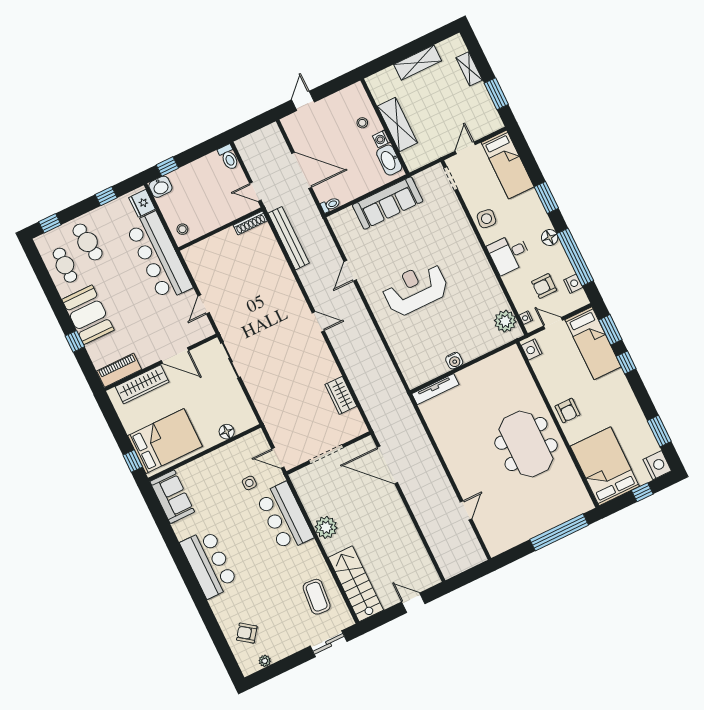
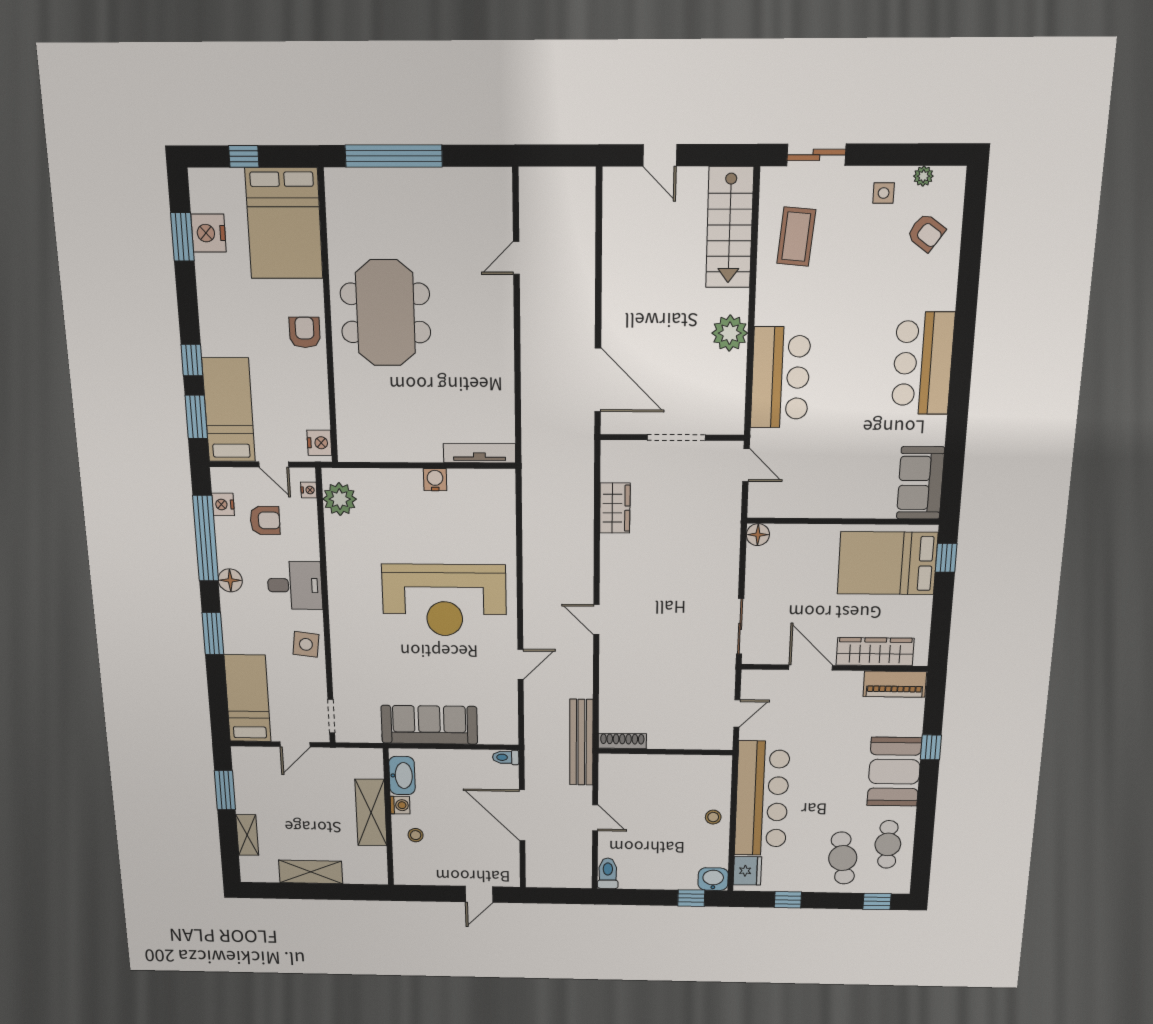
shoe rack: (250, 223) -> (622, 741), moved
wall: (220, 229) -> (665, 752), moved
reception desk: (415, 289) -> (444, 600), width x1.36, depth x1.30
floor lamp: (227, 432) -> (758, 535), moved
nightstand: (657, 465) -> (209, 233), moved
side table: (249, 483) -> (884, 193), moved

